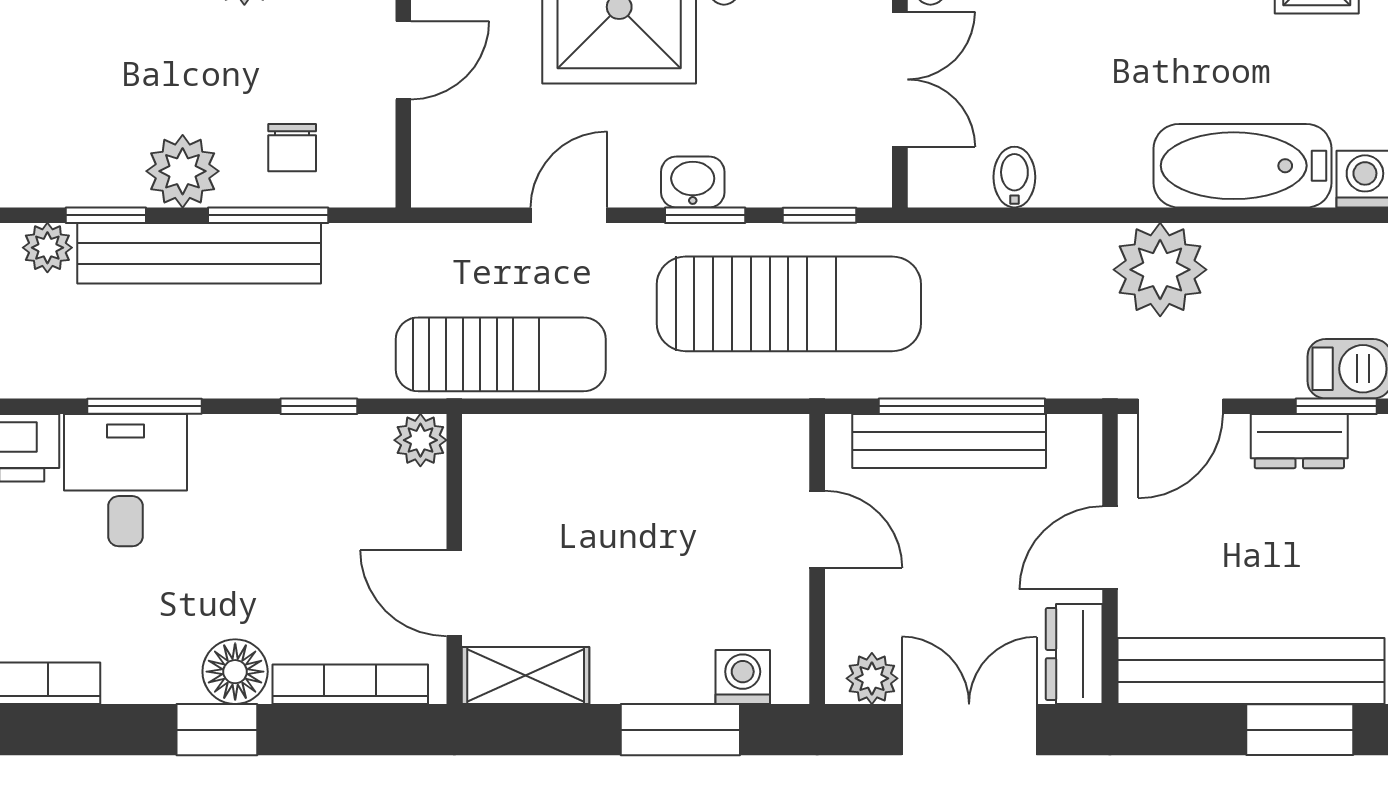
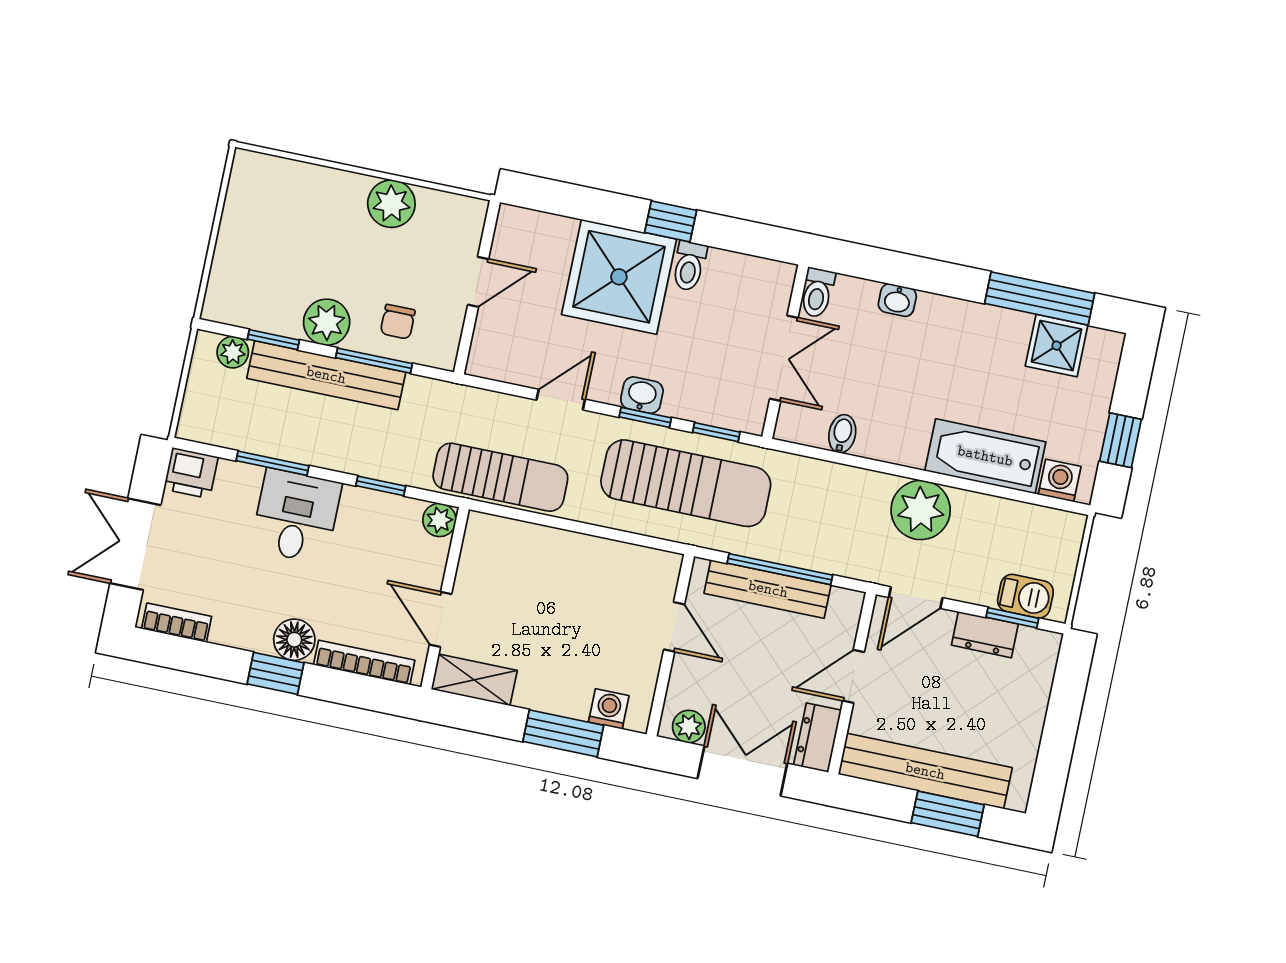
desk: (126, 480) -> (296, 516), moved

